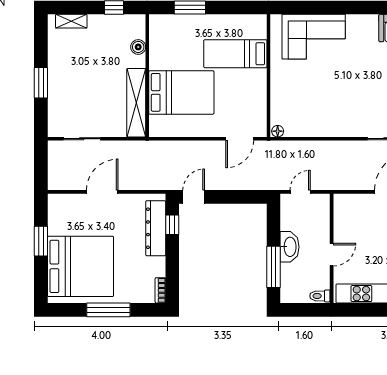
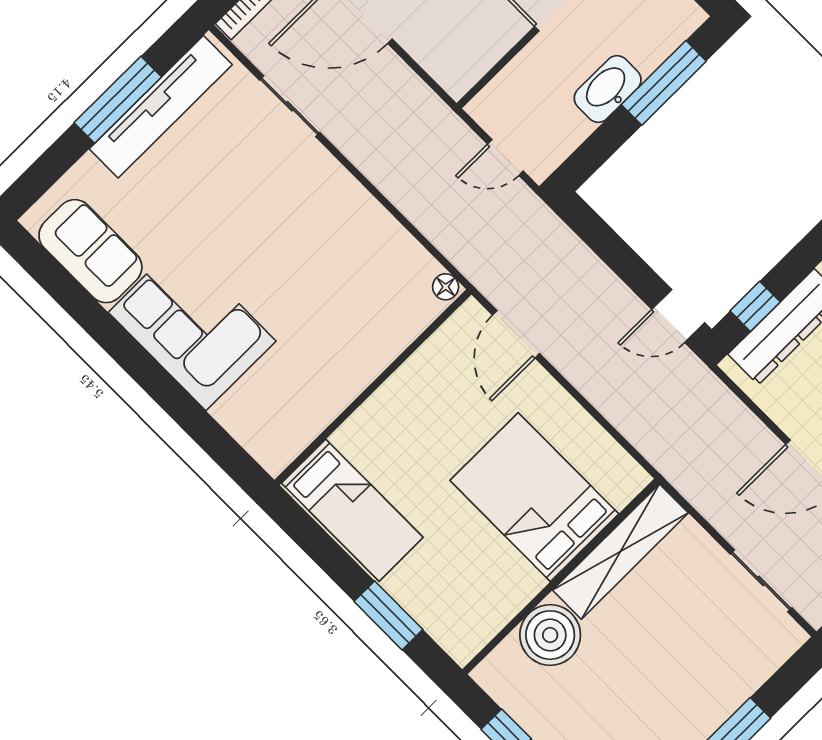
corner sofa: (314, 37) -> (192, 327), moved
boiler: (138, 47) -> (550, 635), width x1.86, depth x1.86
bed: (235, 54) -> (352, 510), moved
door: (240, 139) -> (516, 334), swing flipped

